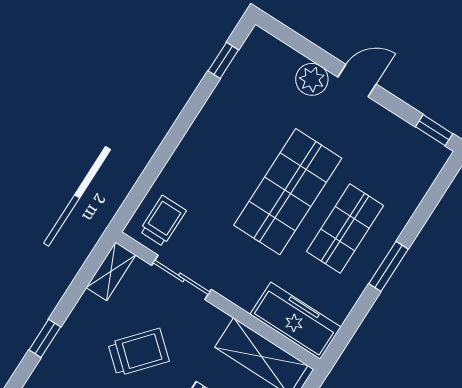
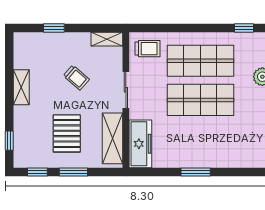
shop shelf: (345, 228) -> (200, 61), moved, width x1.43, depth x1.36
sliding door: (182, 277) -> (126, 90), moved
trolley: (138, 352) -> (76, 78), width x0.73, depth x0.72

